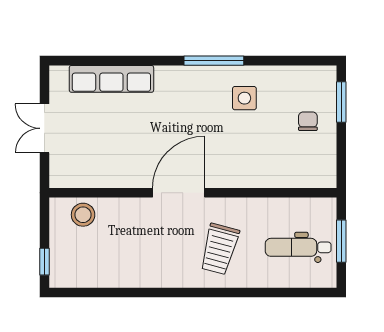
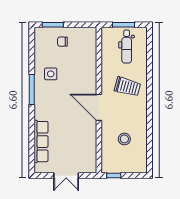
stool: (83, 215) -> (124, 139), moved
window: (44, 262) -> (114, 176), moved

